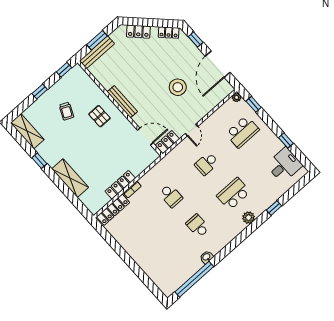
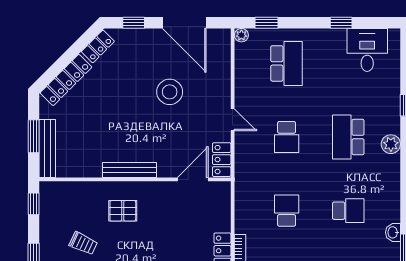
locker: (138, 32) -> (66, 80), width x1.53
school desk: (171, 196) -> (287, 211), turned -90
school desk: (198, 226) -> (348, 211), turned 180

